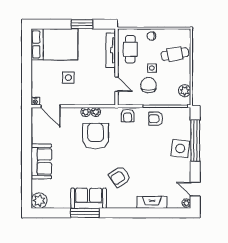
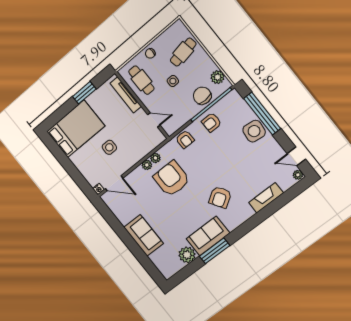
chair: (148, 85) -> (202, 96), moved
plant: (39, 201) -> (187, 255), moved

